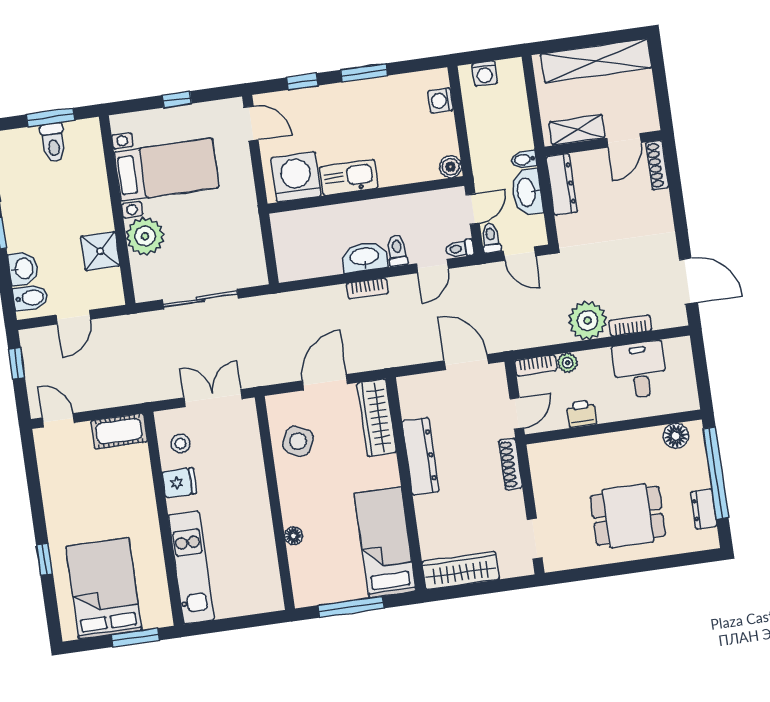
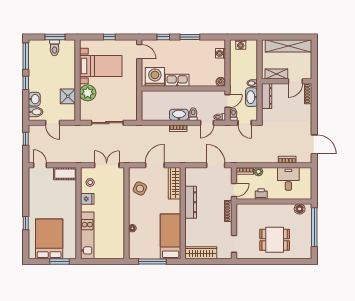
door: (73, 317) -> (53, 123), hinge flipped
plant: (588, 320) -> (269, 155), removed
dresser: (704, 509) -> (307, 241), removed

